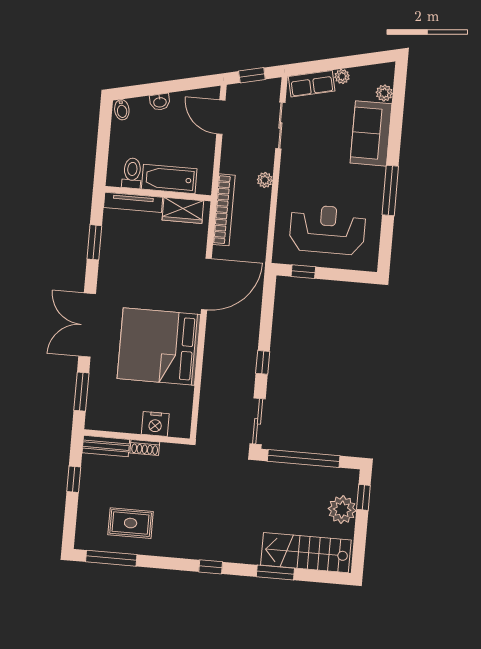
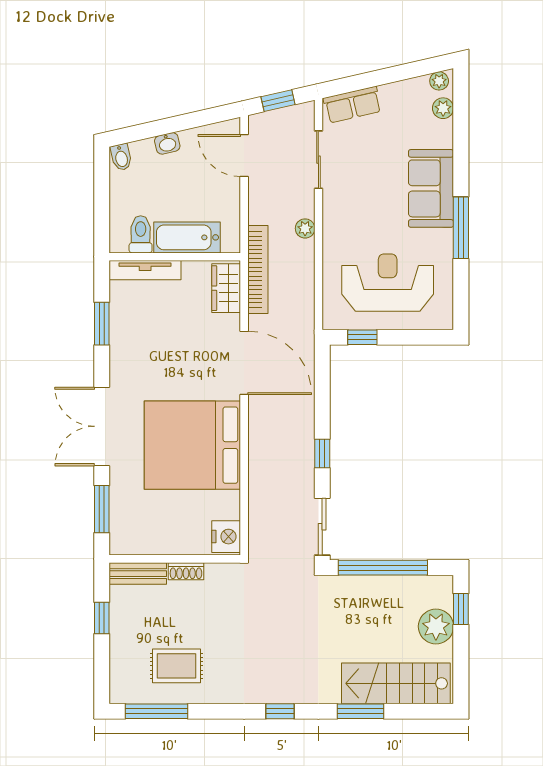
plant: (342, 76) -> (439, 81), moved
sofa: (371, 133) -> (431, 188), moved
wardrobe: (183, 210) -> (226, 288), moved, turned 90
door: (206, 284) -> (244, 363), hinge flipped
nightstand: (155, 424) -> (226, 537), moved, turned -90

